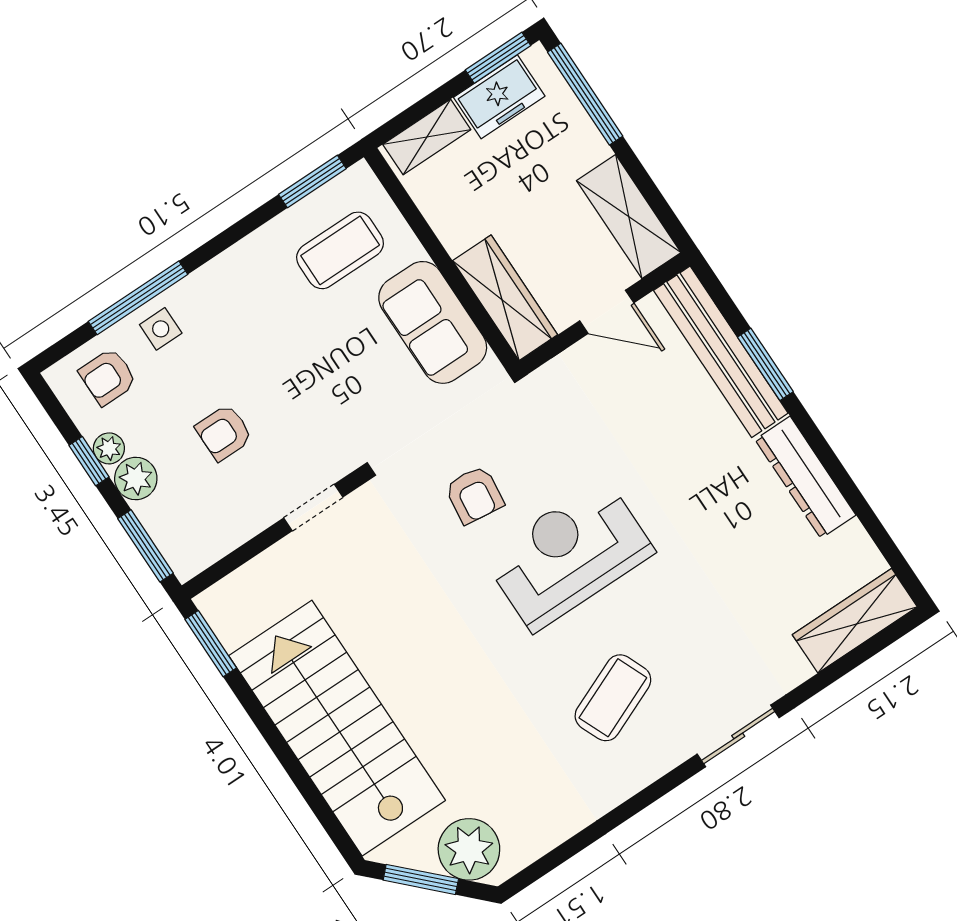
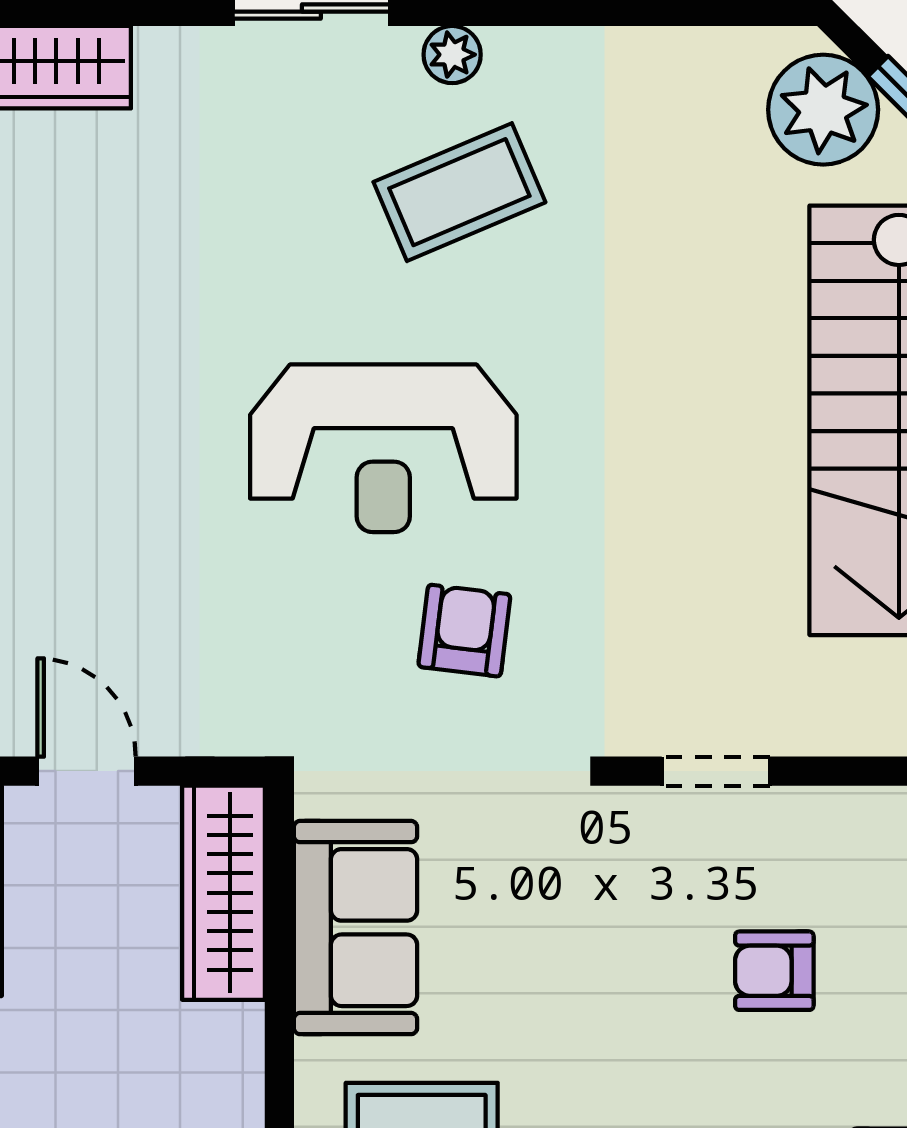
armchair: (224, 433) -> (774, 971), turned 180
plant: (659, 760) -> (452, 55), added

